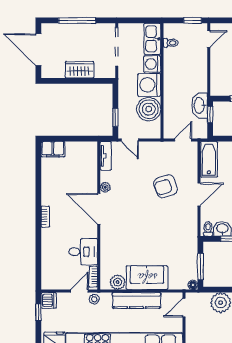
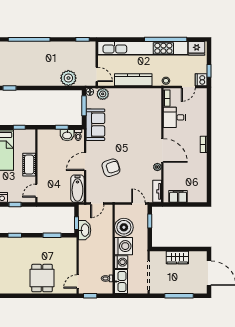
filing cabinet: (53, 149) -> (178, 196), moved
sofa: (147, 278) -> (95, 125), moved, turned -90
plant: (118, 282) -> (103, 94), moved
door: (79, 291) -> (188, 87), moved
door: (184, 307) -> (97, 74), hinge flipped

